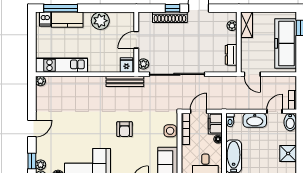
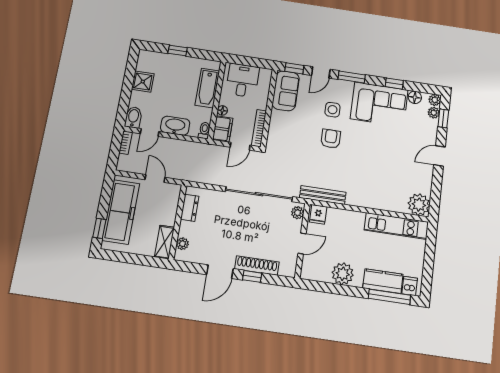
door: (252, 74) -> (155, 179), moved
plant: (40, 81) -> (419, 205), width x1.88, depth x1.88
side table: (170, 131) -> (332, 110), moved

